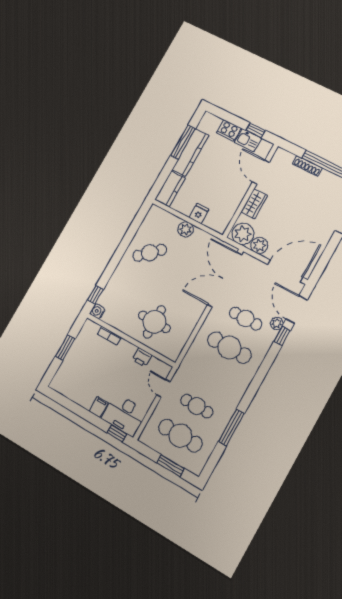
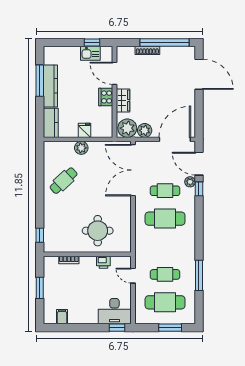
cooker: (229, 130) -> (106, 97), moved, turned 90
water cooler: (98, 311) -> (49, 247), removed
filing cabinet: (99, 407) -> (62, 317), moved

